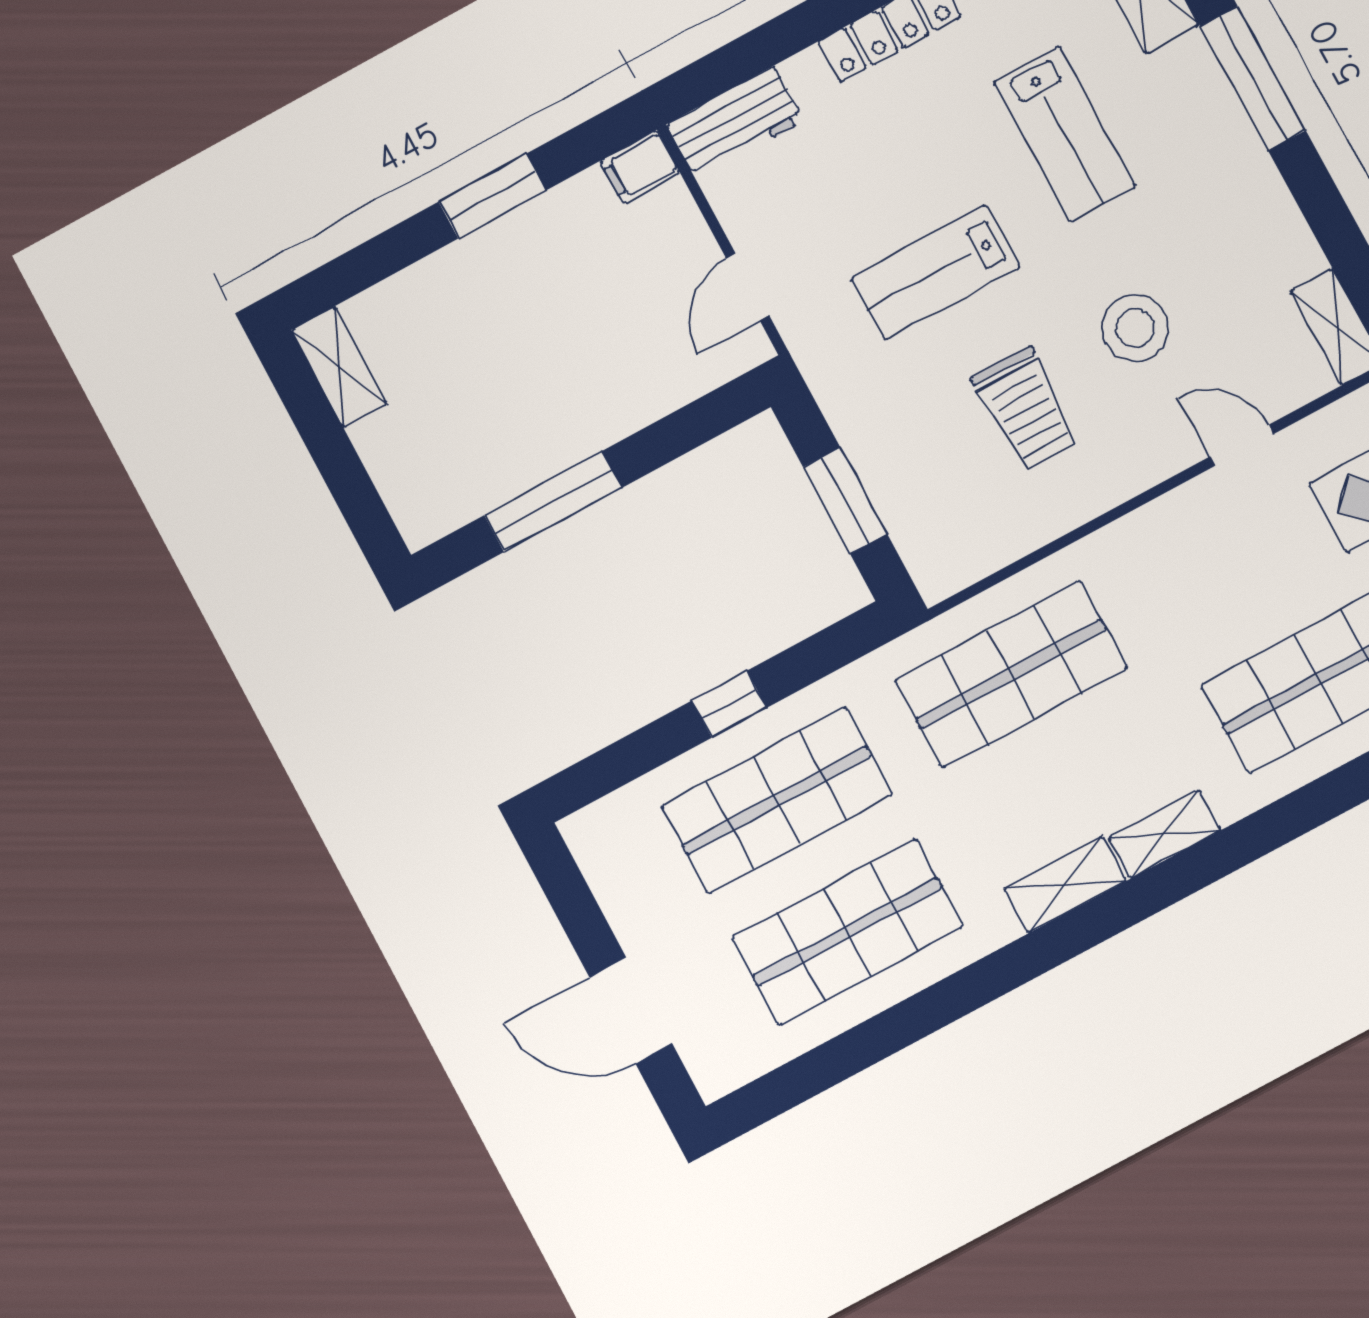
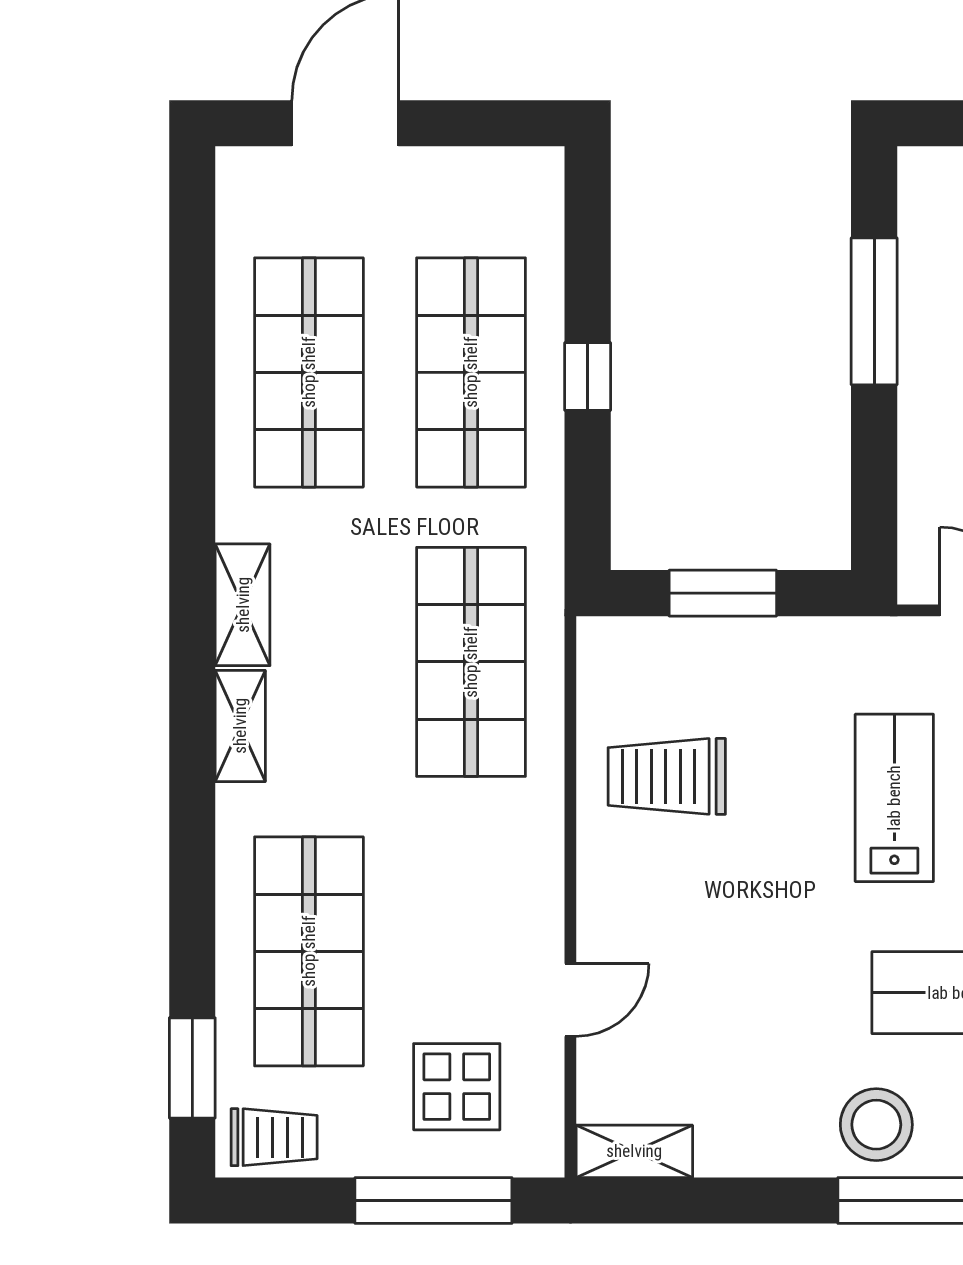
stool: (1135, 328) -> (876, 1125), moved
trolley: (1026, 409) -> (667, 776), moved

